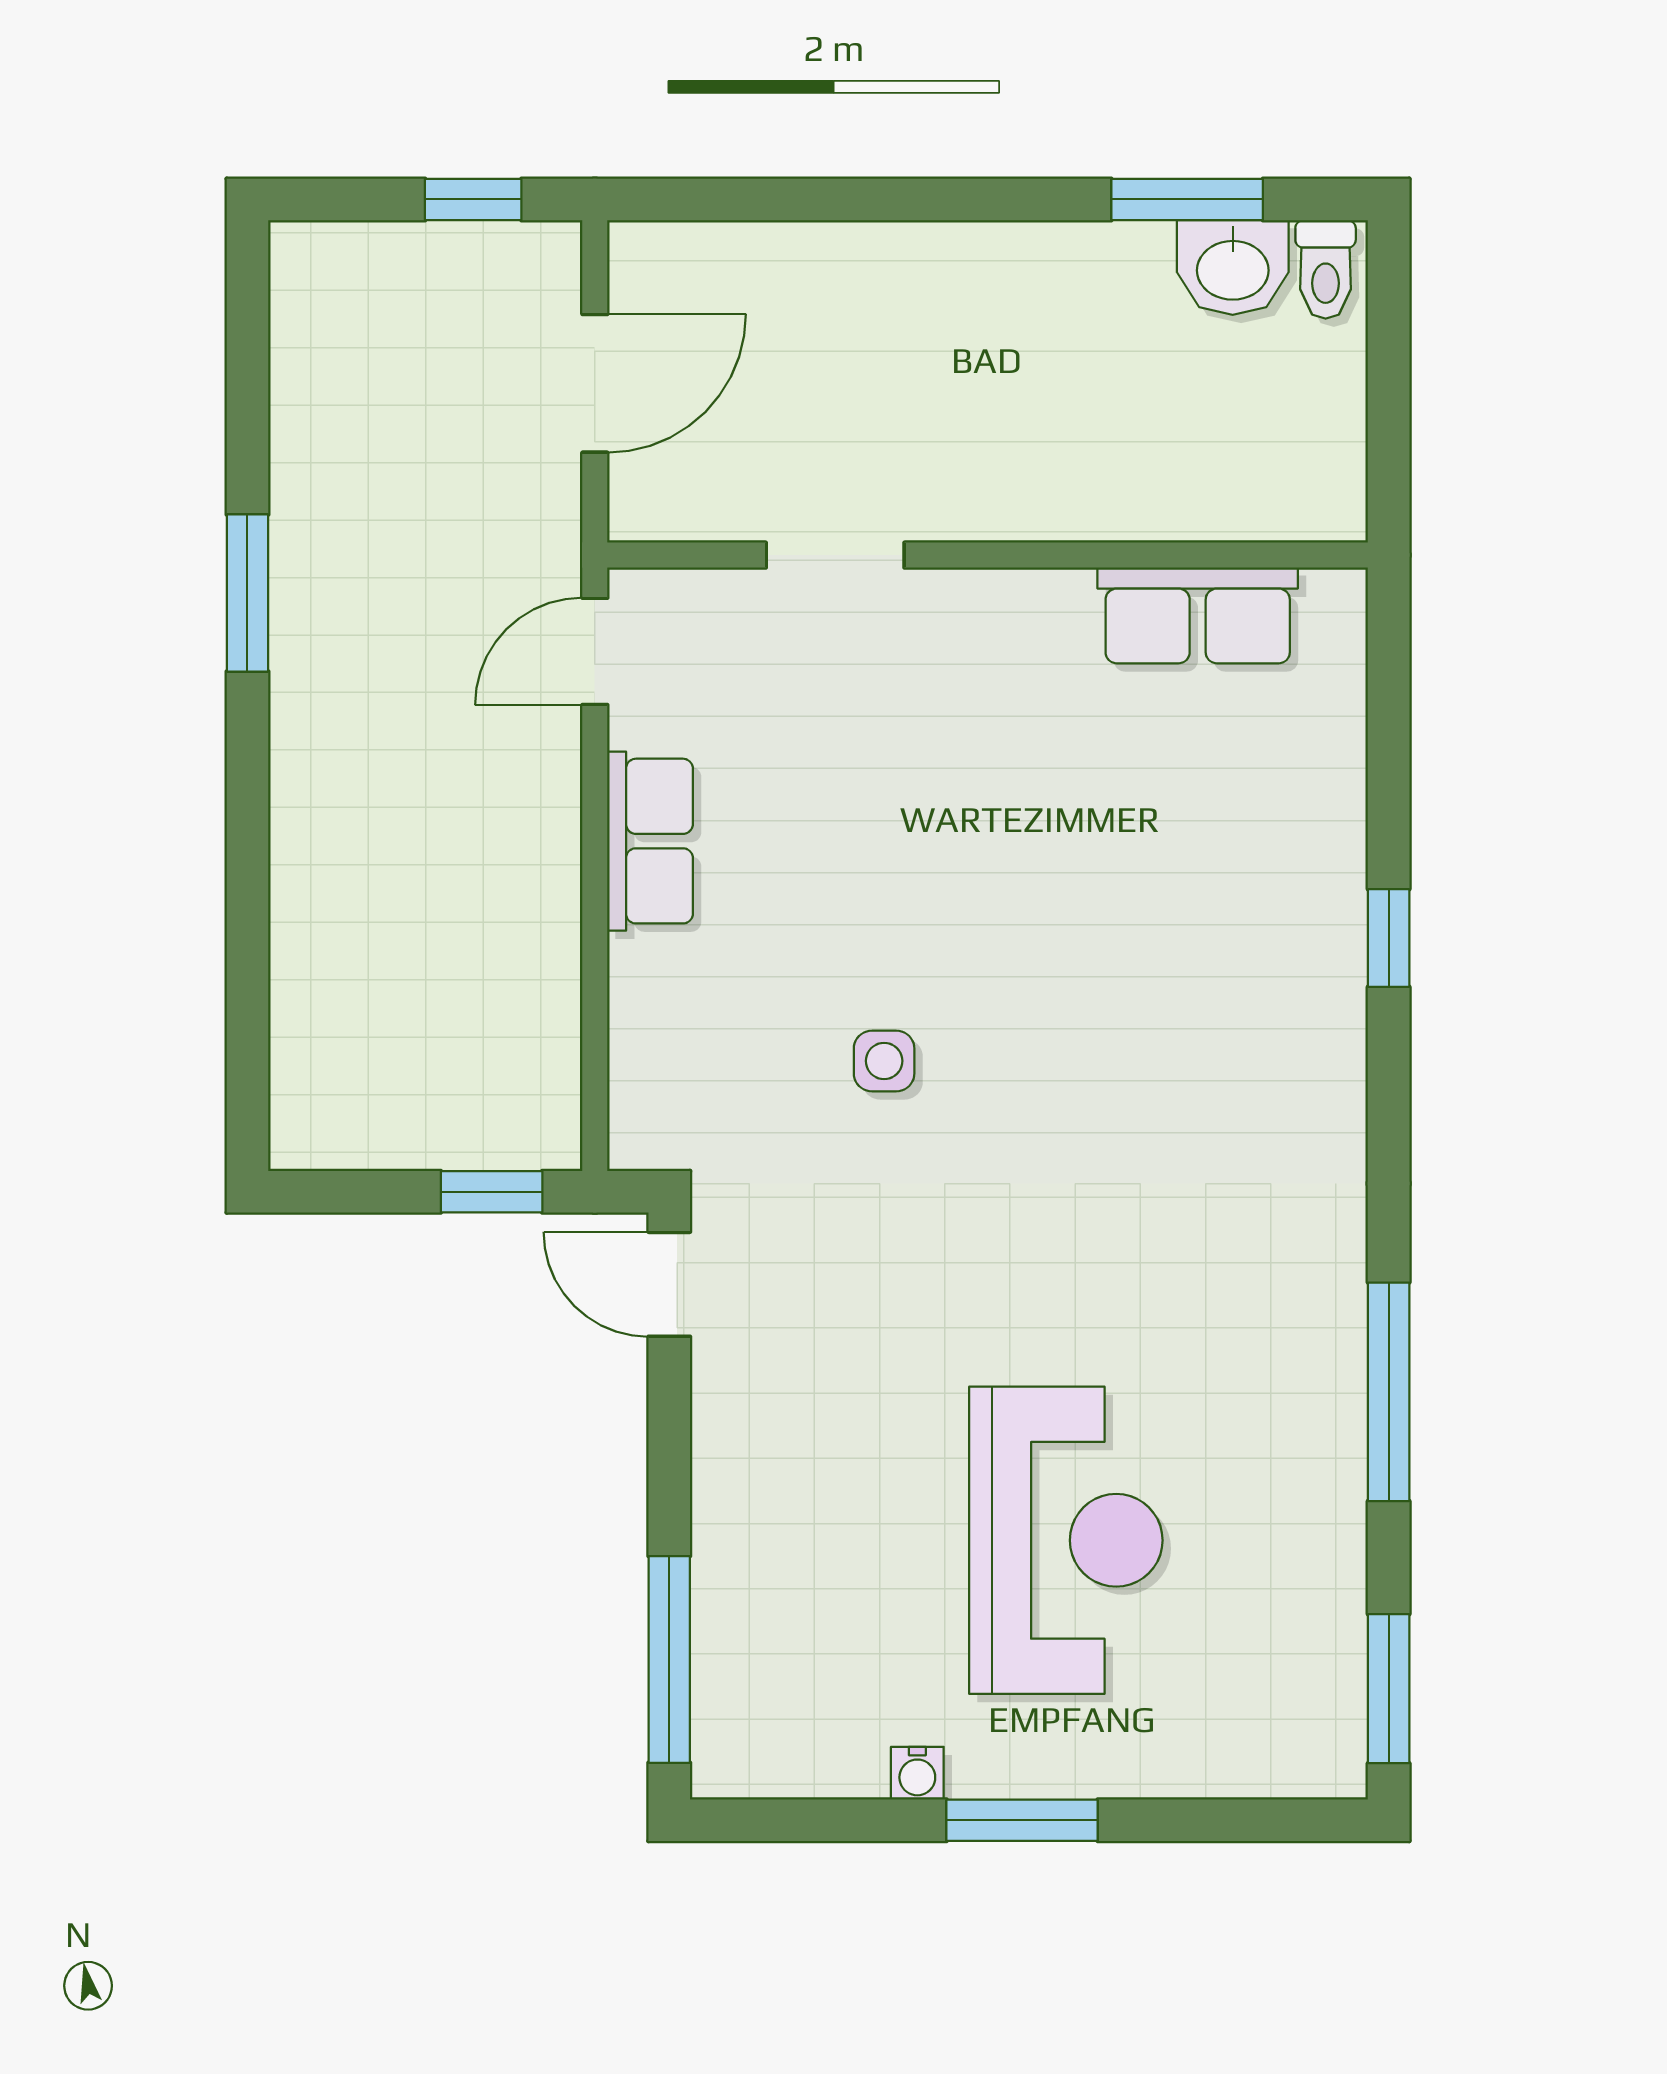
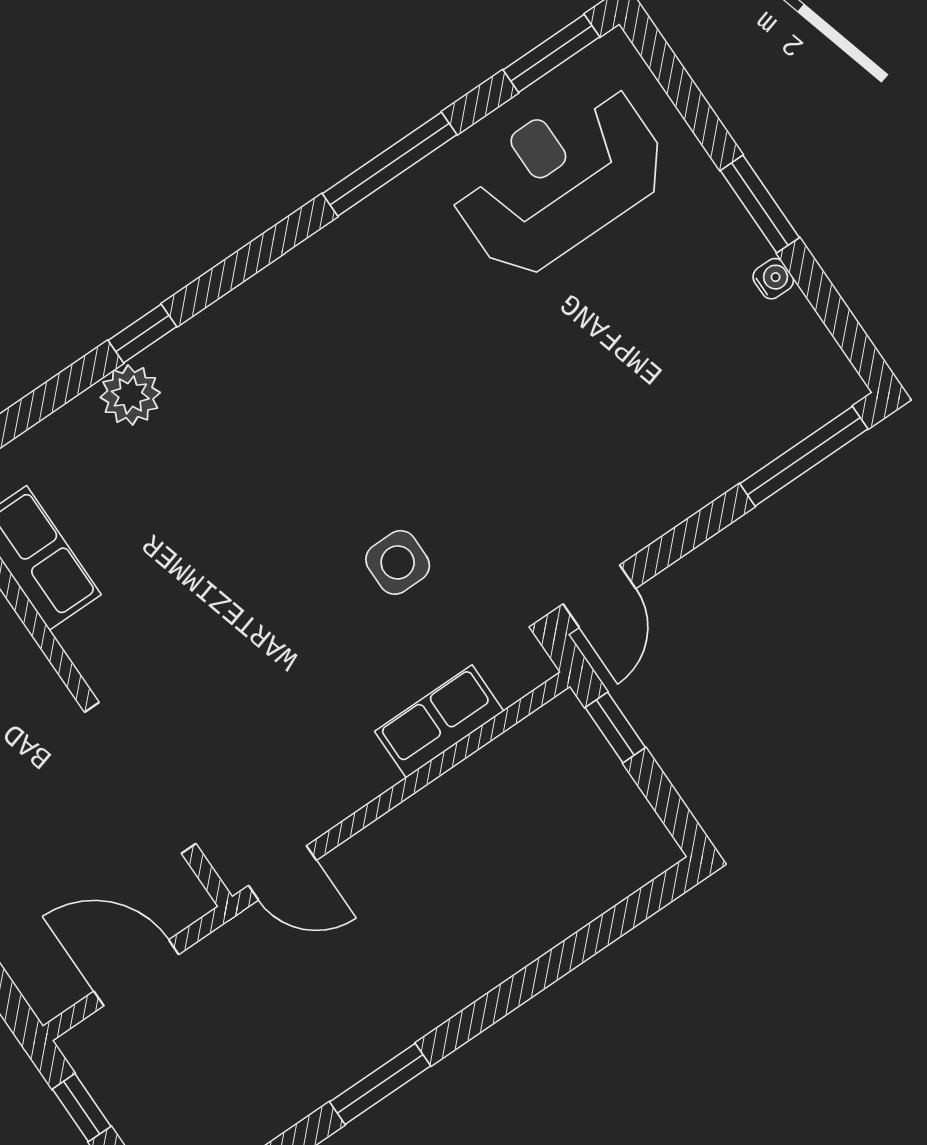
doorway: (835, 555) -> (140, 778), width x1.87
row of seats: (650, 841) -> (439, 721), moved
plant: (1322, 870) -> (130, 395), added
side table: (884, 1061) -> (398, 562), width x1.37, depth x1.37
reception desk: (1066, 1540) -> (559, 179), moved

